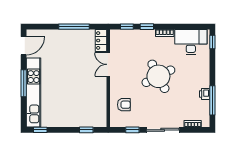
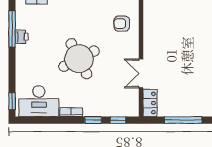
double door: (108, 64) -> (141, 73), swing flipped

